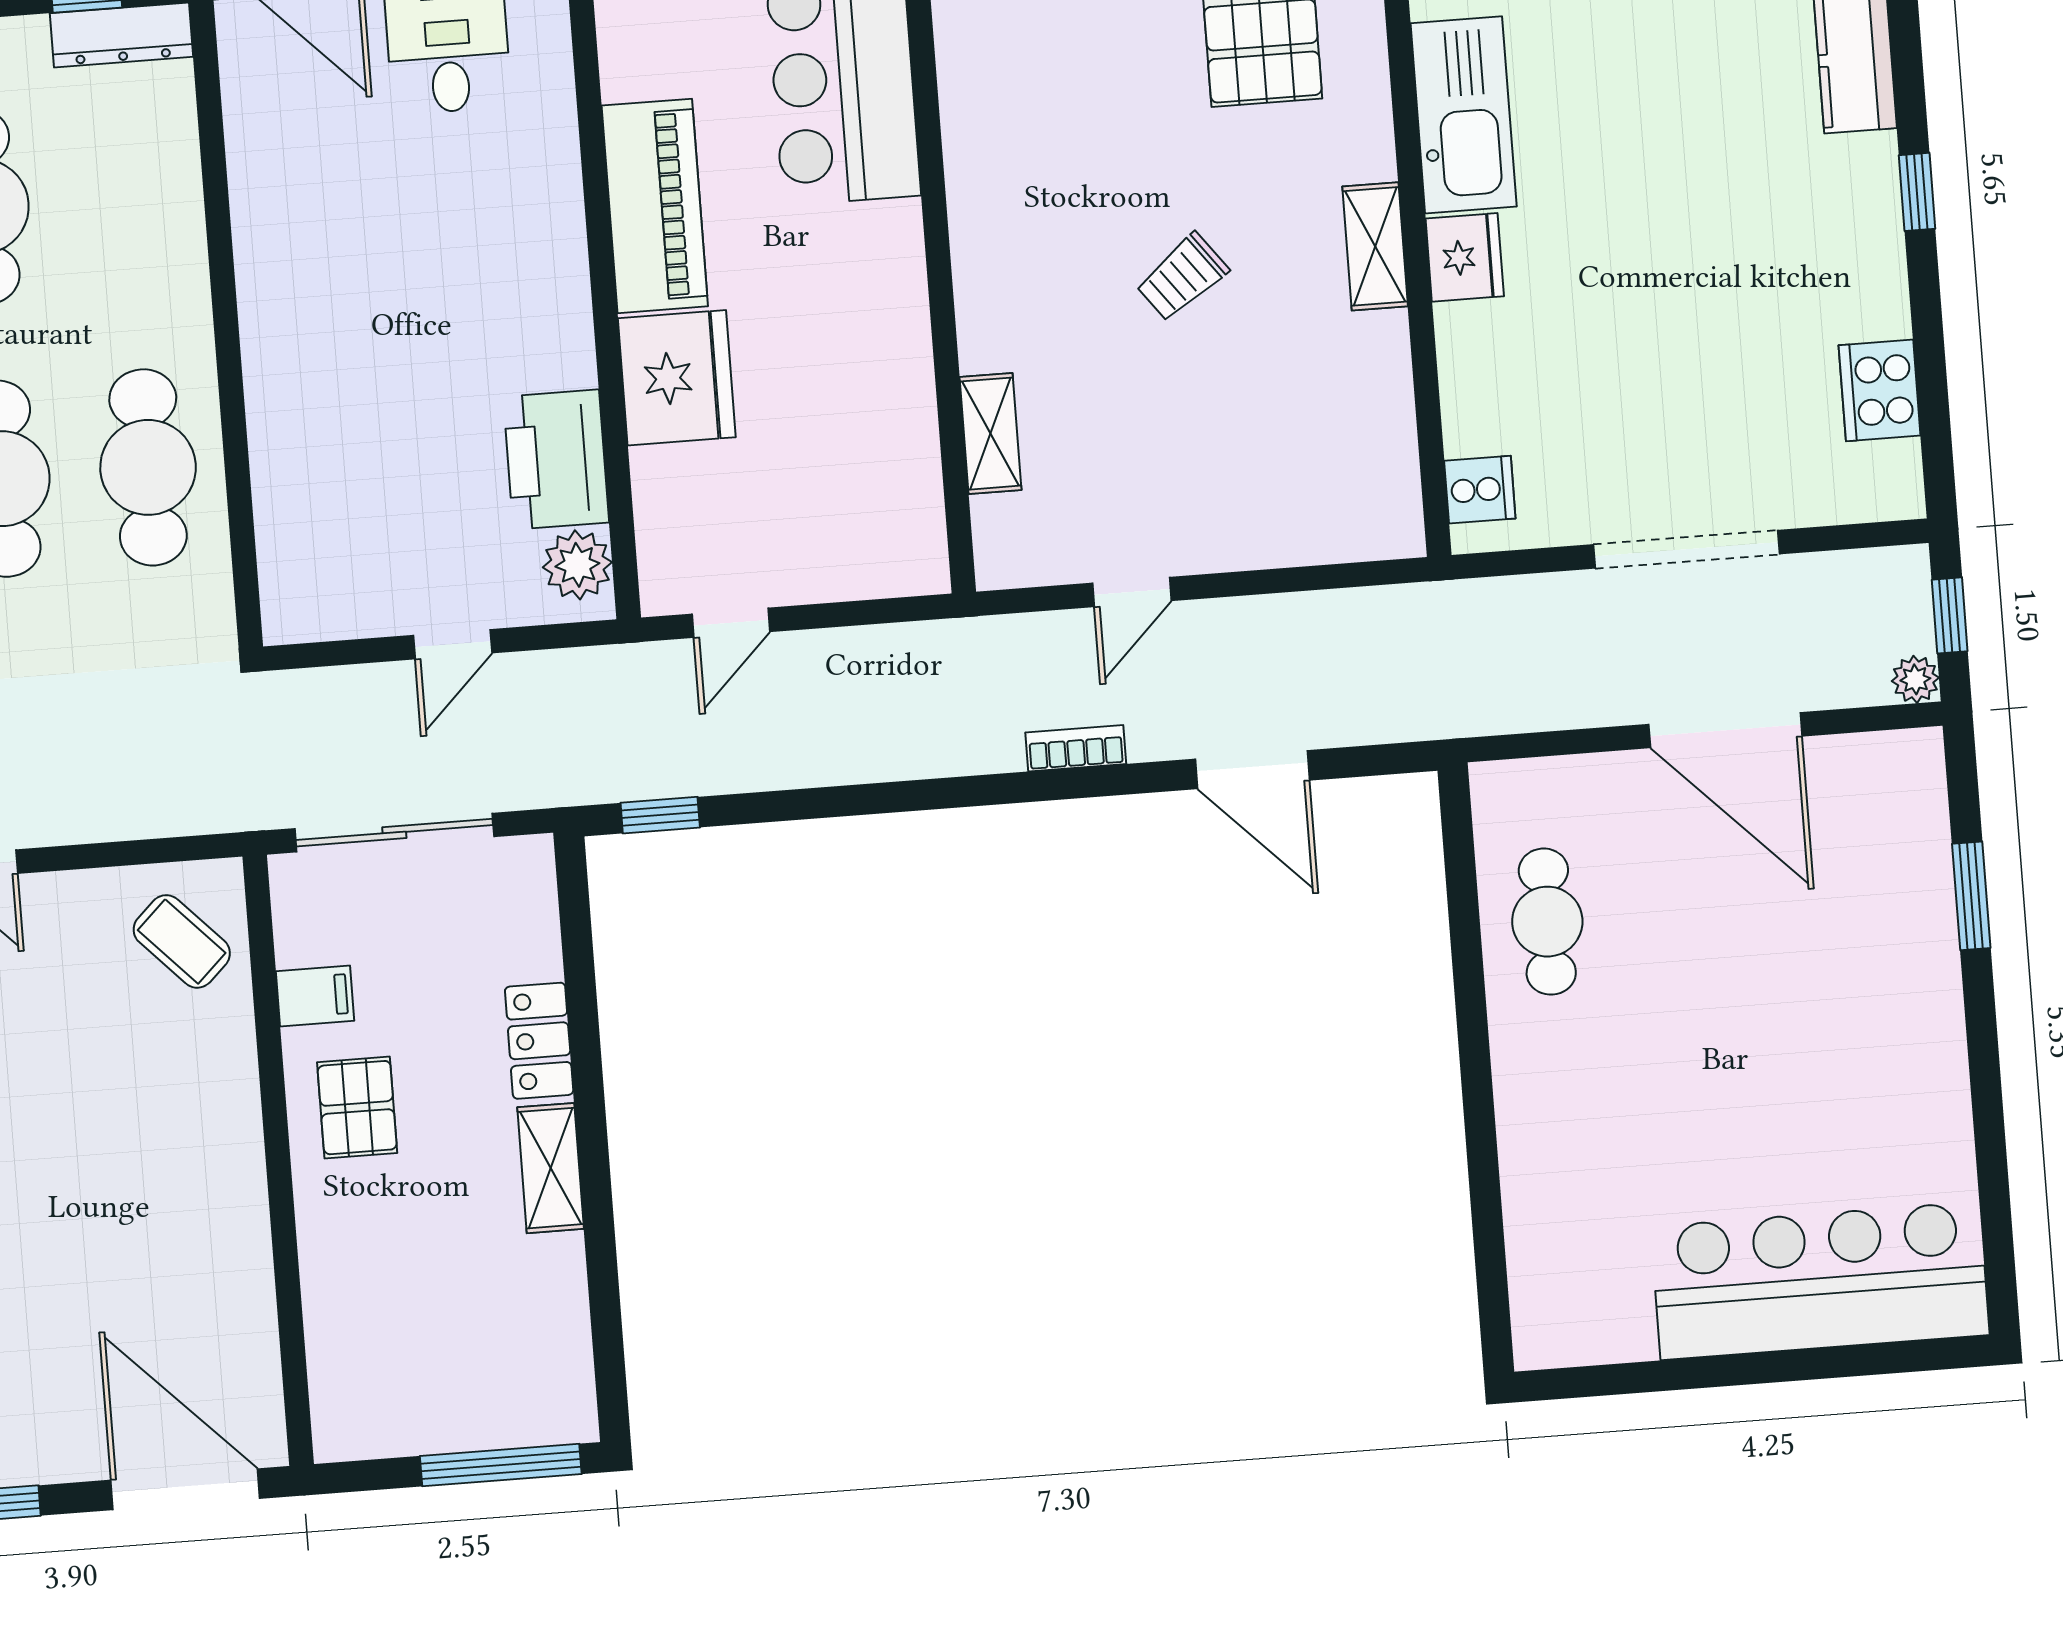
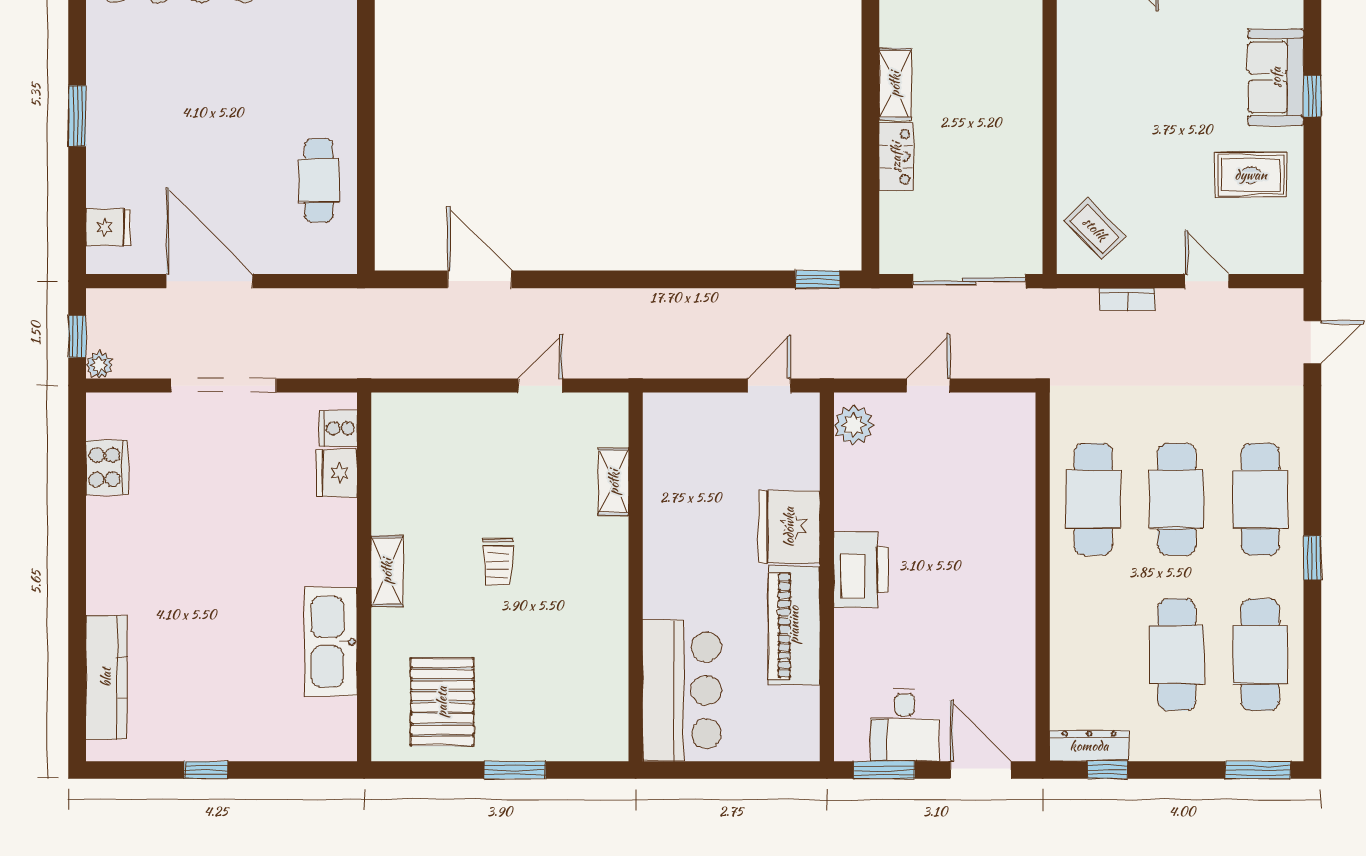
window: (1917, 192) -> (77, 578), removed
fridge: (1465, 257) -> (337, 473), moved
trolley: (1182, 277) -> (498, 562), turned 127
printer: (556, 460) -> (861, 570), moved
plant: (1915, 679) -> (99, 365), moved
bookcase: (1076, 748) -> (1127, 299), moved
fridge: (1910, 811) -> (108, 227), added
window: (1971, 896) -> (77, 116), moved
filing cabinet: (315, 996) -> (1022, 192), removed
pallet: (357, 1108) -> (1002, 127), removed

